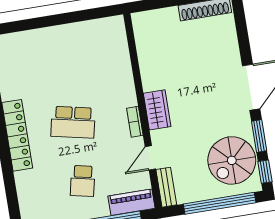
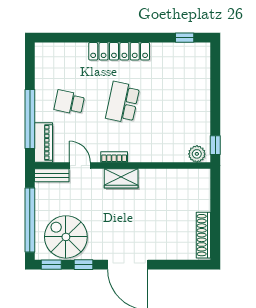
window: (103, 12) -> (215, 145), added
plant: (116, 31) -> (197, 154), added
window: (259, 136) -> (84, 265), width x0.67

